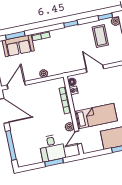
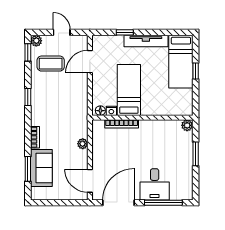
door: (95, 69) -> (90, 62), moved
bed: (96, 116) -> (129, 90), moved
plant: (70, 127) -> (187, 125), moved
door: (78, 138) -> (171, 118), removed
desk: (52, 148) -> (155, 184), moved, turned 90

